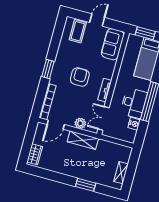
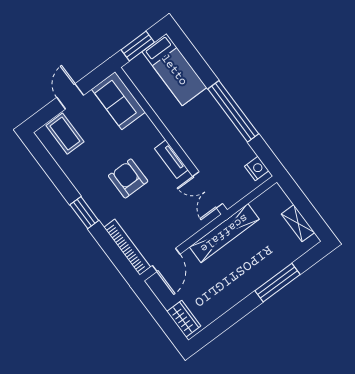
desk: (134, 103) -> (219, 134), removed
plant: (80, 123) -> (190, 226), removed
nightstand: (134, 124) -> (257, 168), moved
shelving: (83, 140) -> (224, 233), width x1.47
window: (86, 185) -> (277, 283), width x1.44

